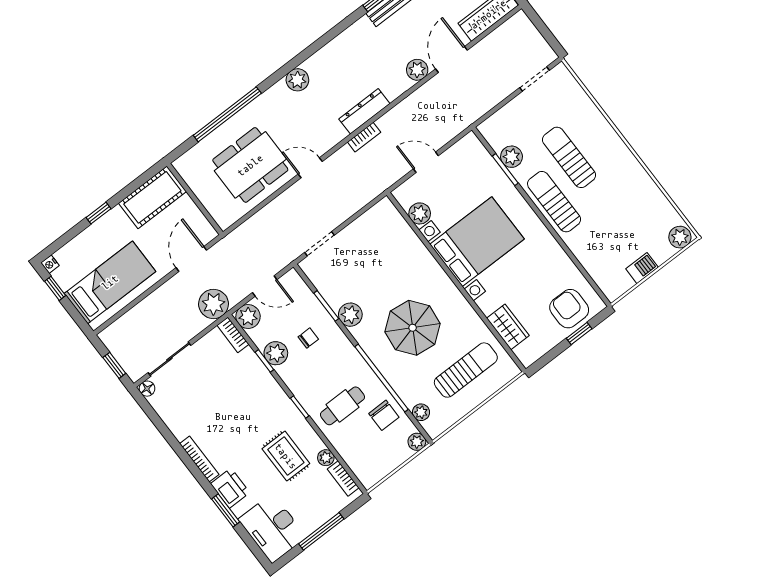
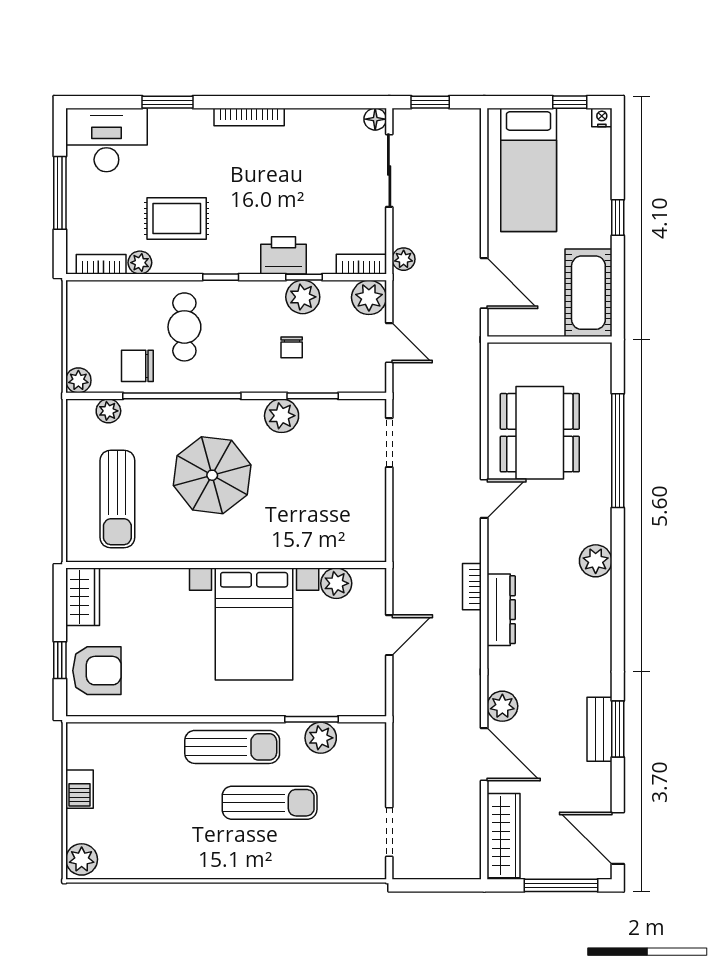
door: (265, 286) -> (389, 343), swing flipped
plant: (214, 304) -> (404, 259), width x0.53, depth x0.53
wardrobe: (508, 327) -> (83, 597), moved, turned -90
printer: (230, 488) -> (283, 255), moved, turned 180

